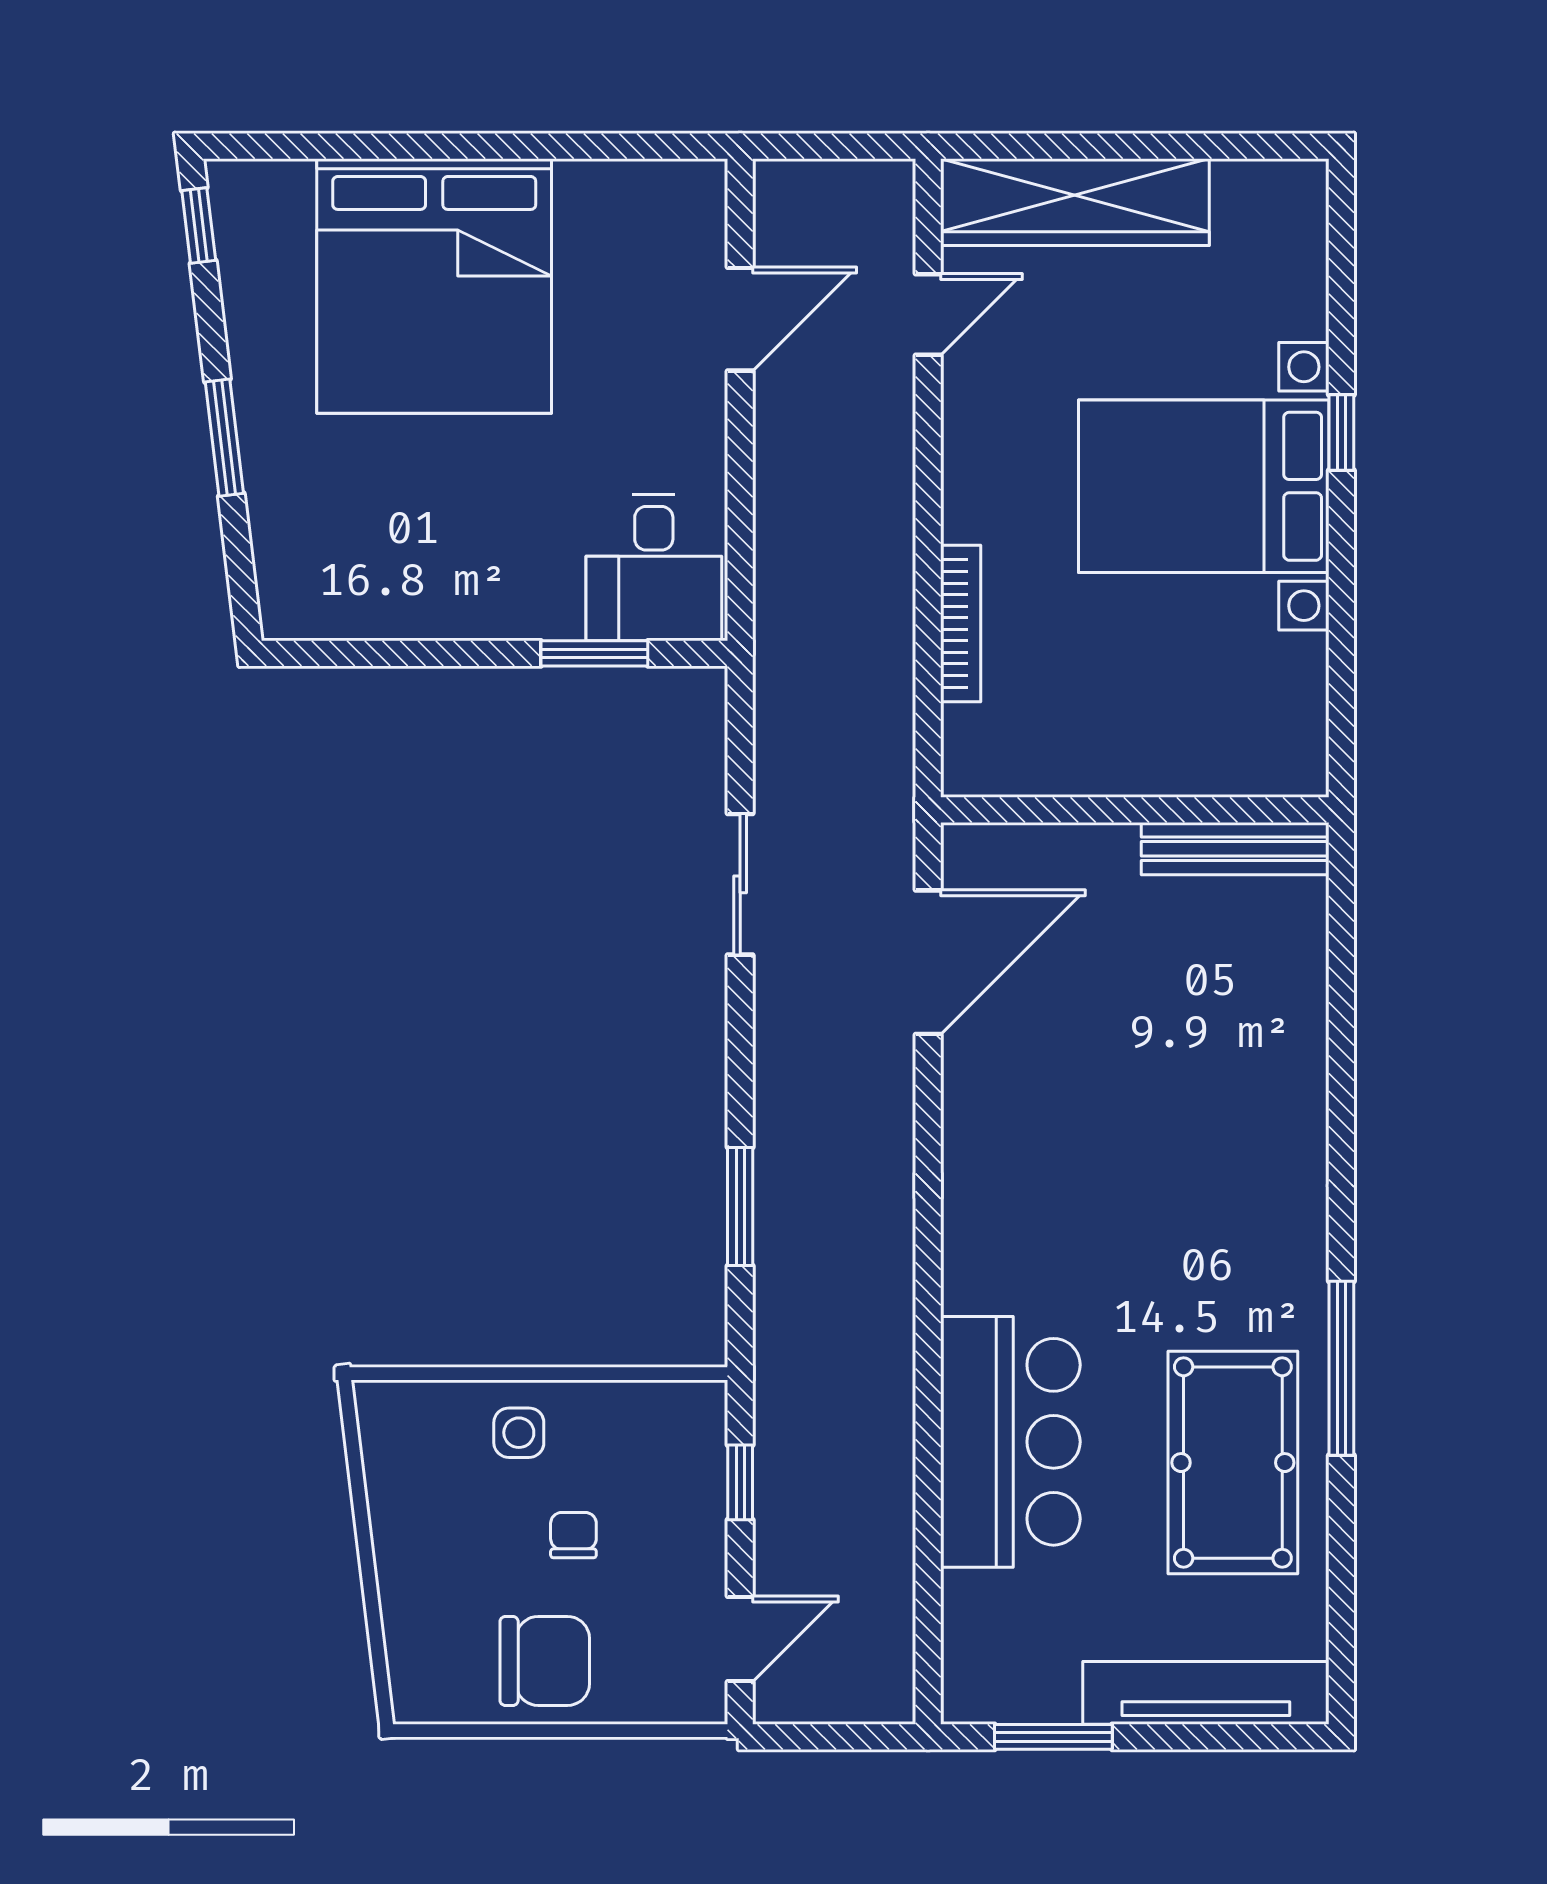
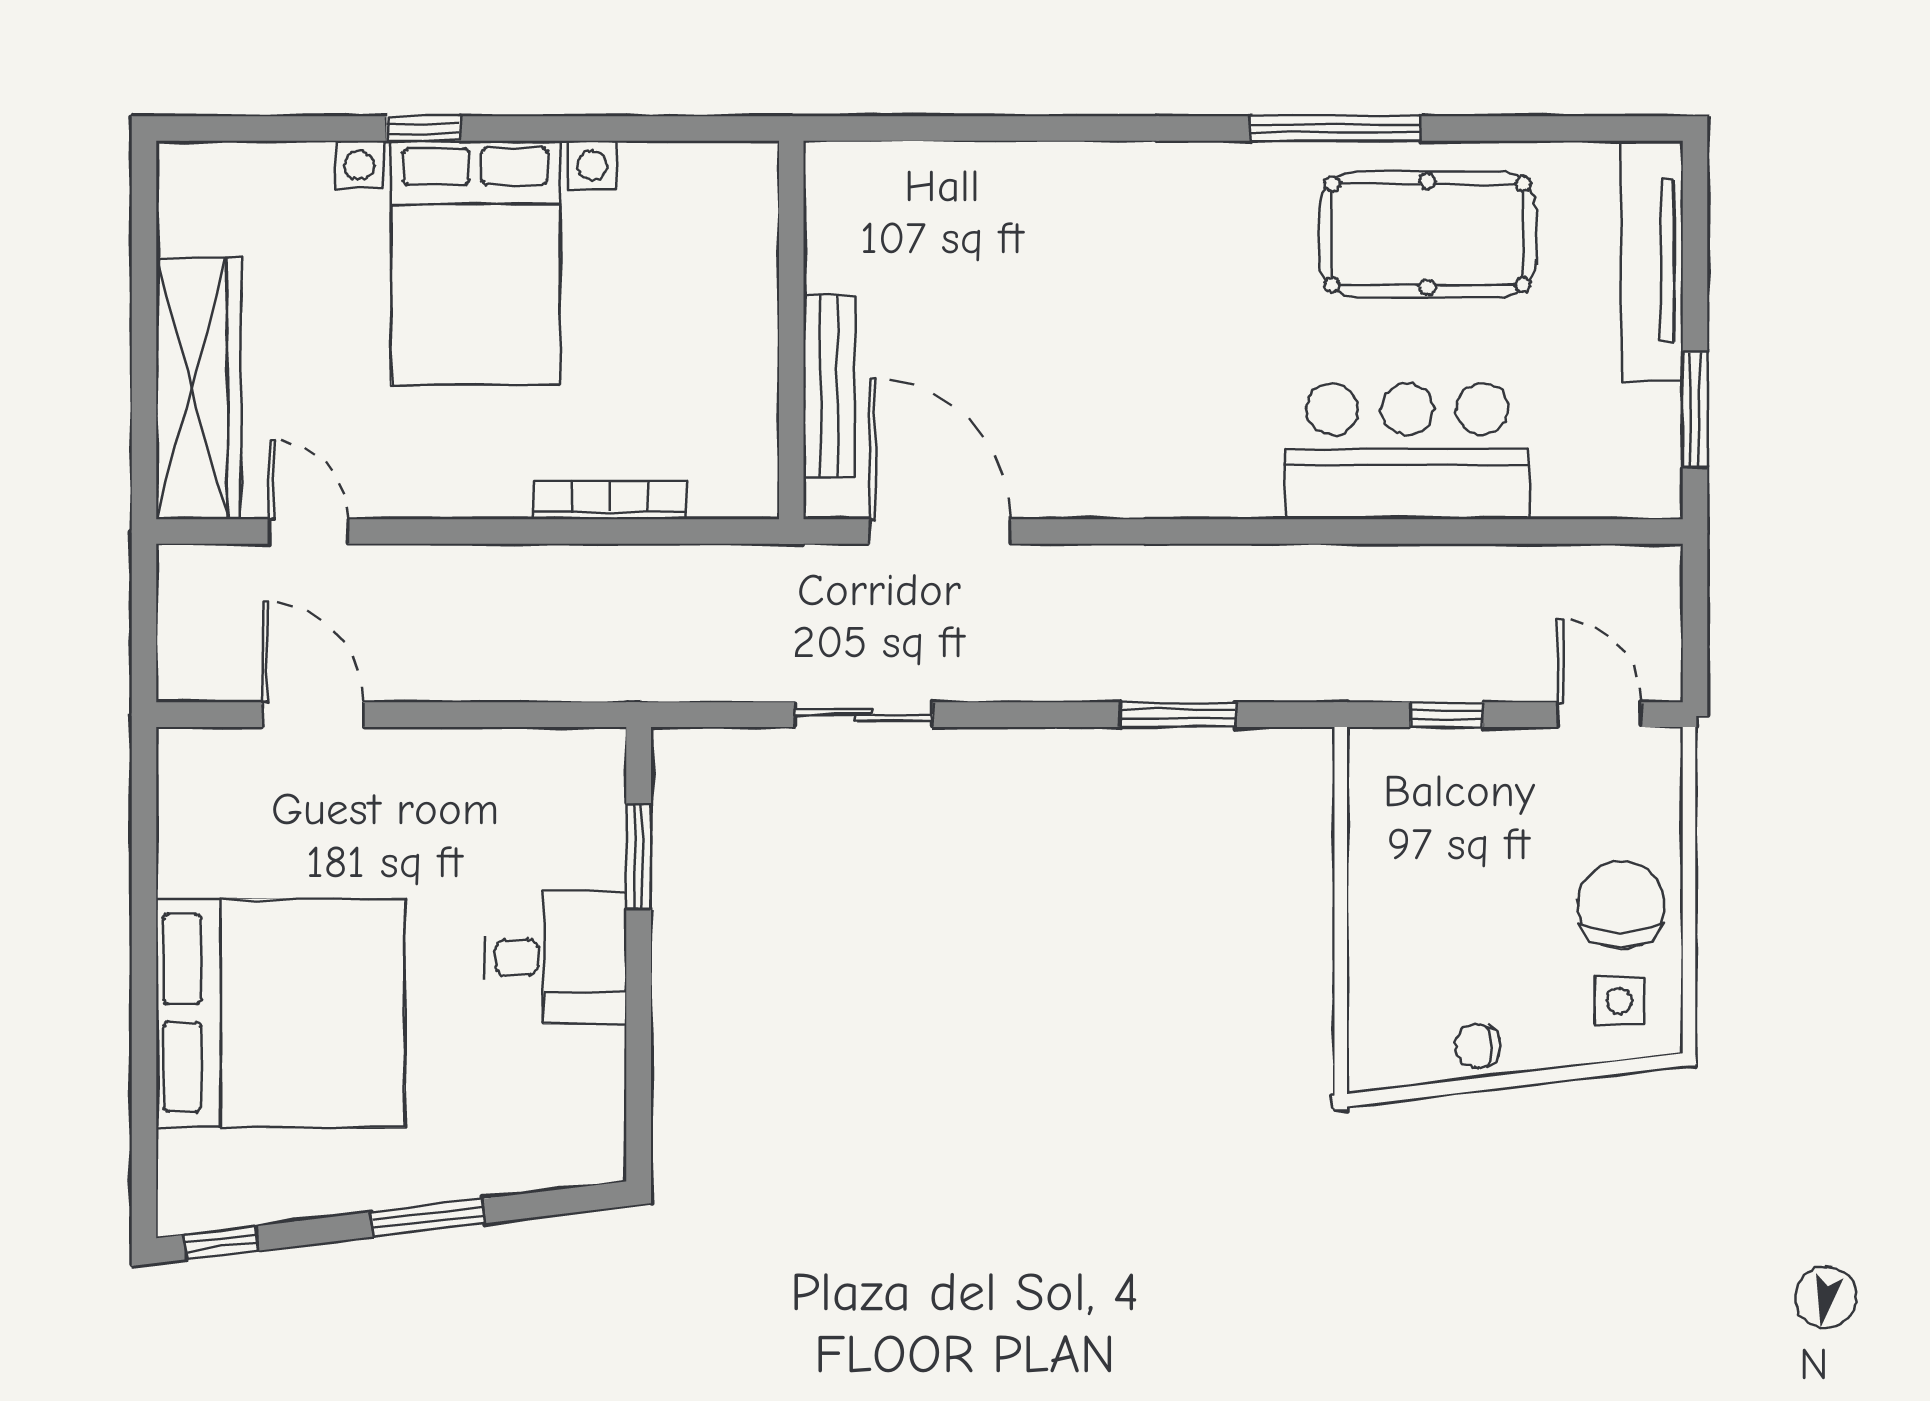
desk: (654, 568) -> (555, 958), moved
bench: (1235, 849) -> (829, 386), moved
side table: (519, 1433) -> (1619, 1001), moved
chair: (573, 1535) -> (1477, 1046), moved

